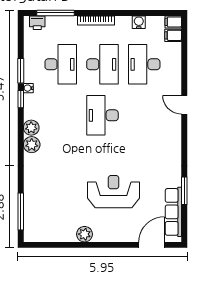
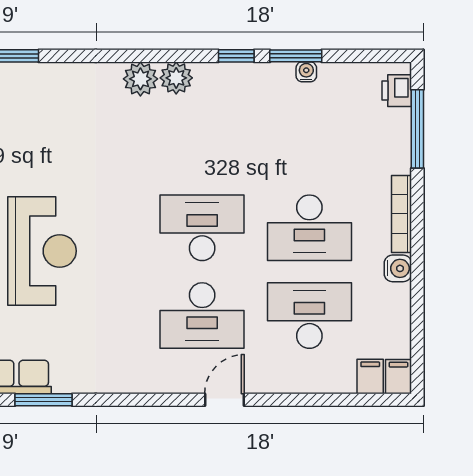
water cooler: (139, 22) -> (398, 268), moved
desk: (61, 64) -> (202, 316), moved
water cooler: (28, 88) -> (306, 72), moved

